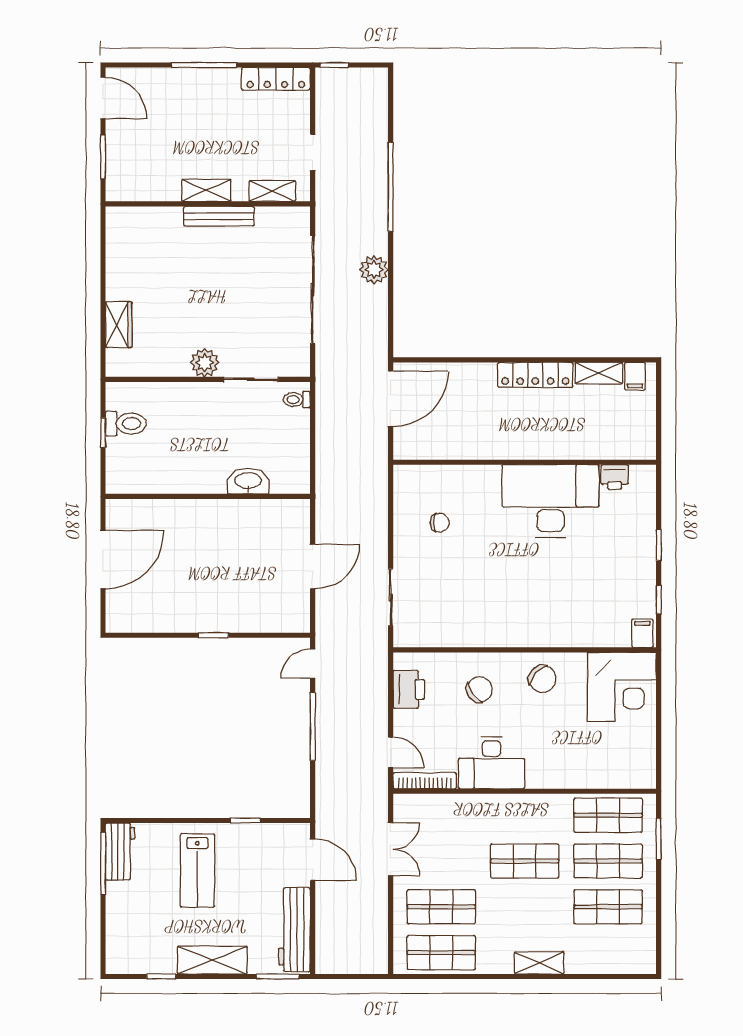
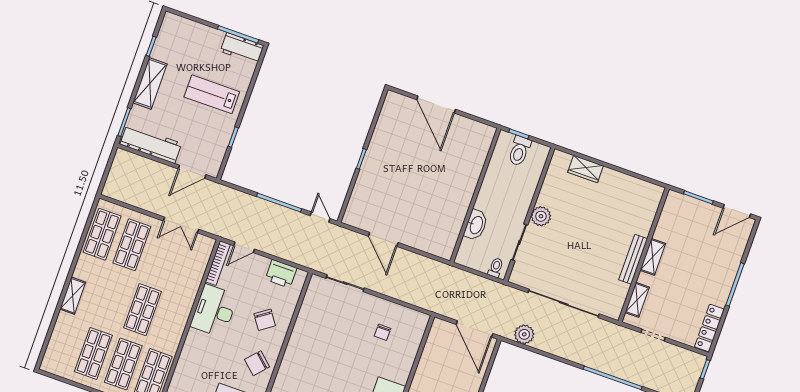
plant: (374, 270) -> (524, 334), moved
washbasin: (248, 481) -> (476, 225), moved
wall: (208, 496) -> (475, 195), moved

